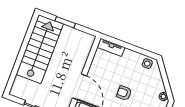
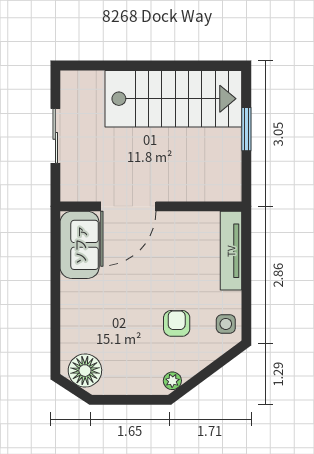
tv unit: (111, 47) -> (231, 251), width x1.41
armchair: (124, 93) -> (177, 323), moved

